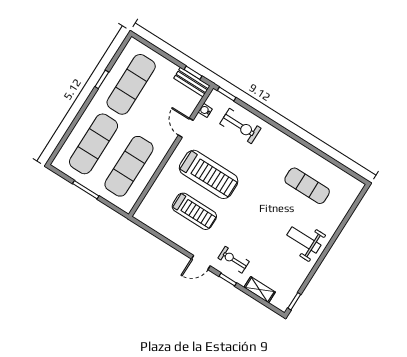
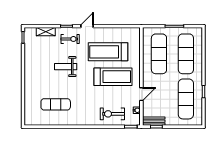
door: (186, 128) -> (141, 94), hinge flipped
treadmill: (209, 174) -> (113, 77), turned 180
treadmill: (194, 211) -> (108, 52), width x1.37, depth x1.38
weight bench: (304, 240) -> (66, 67), moved, turned 180

